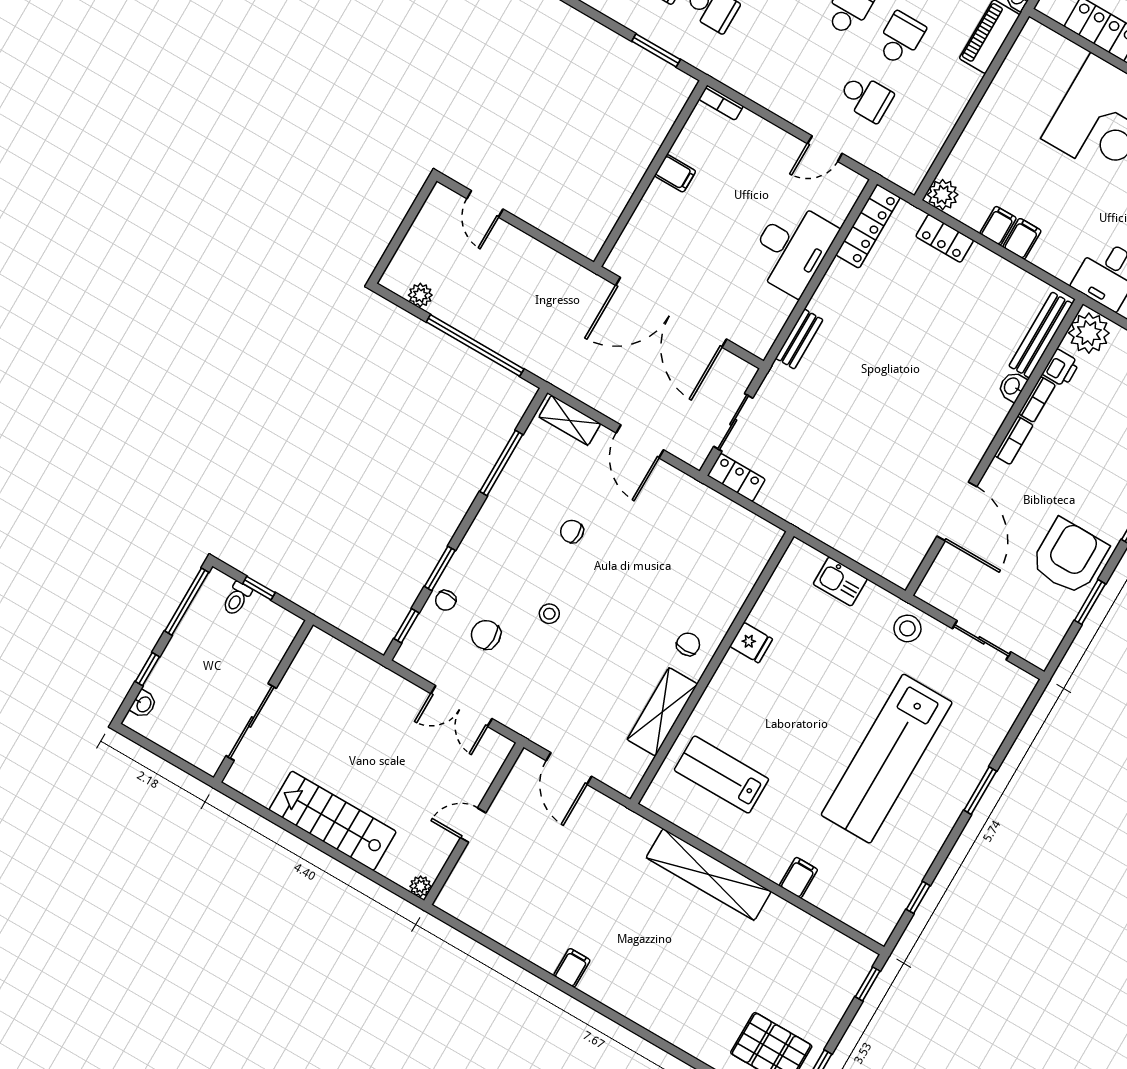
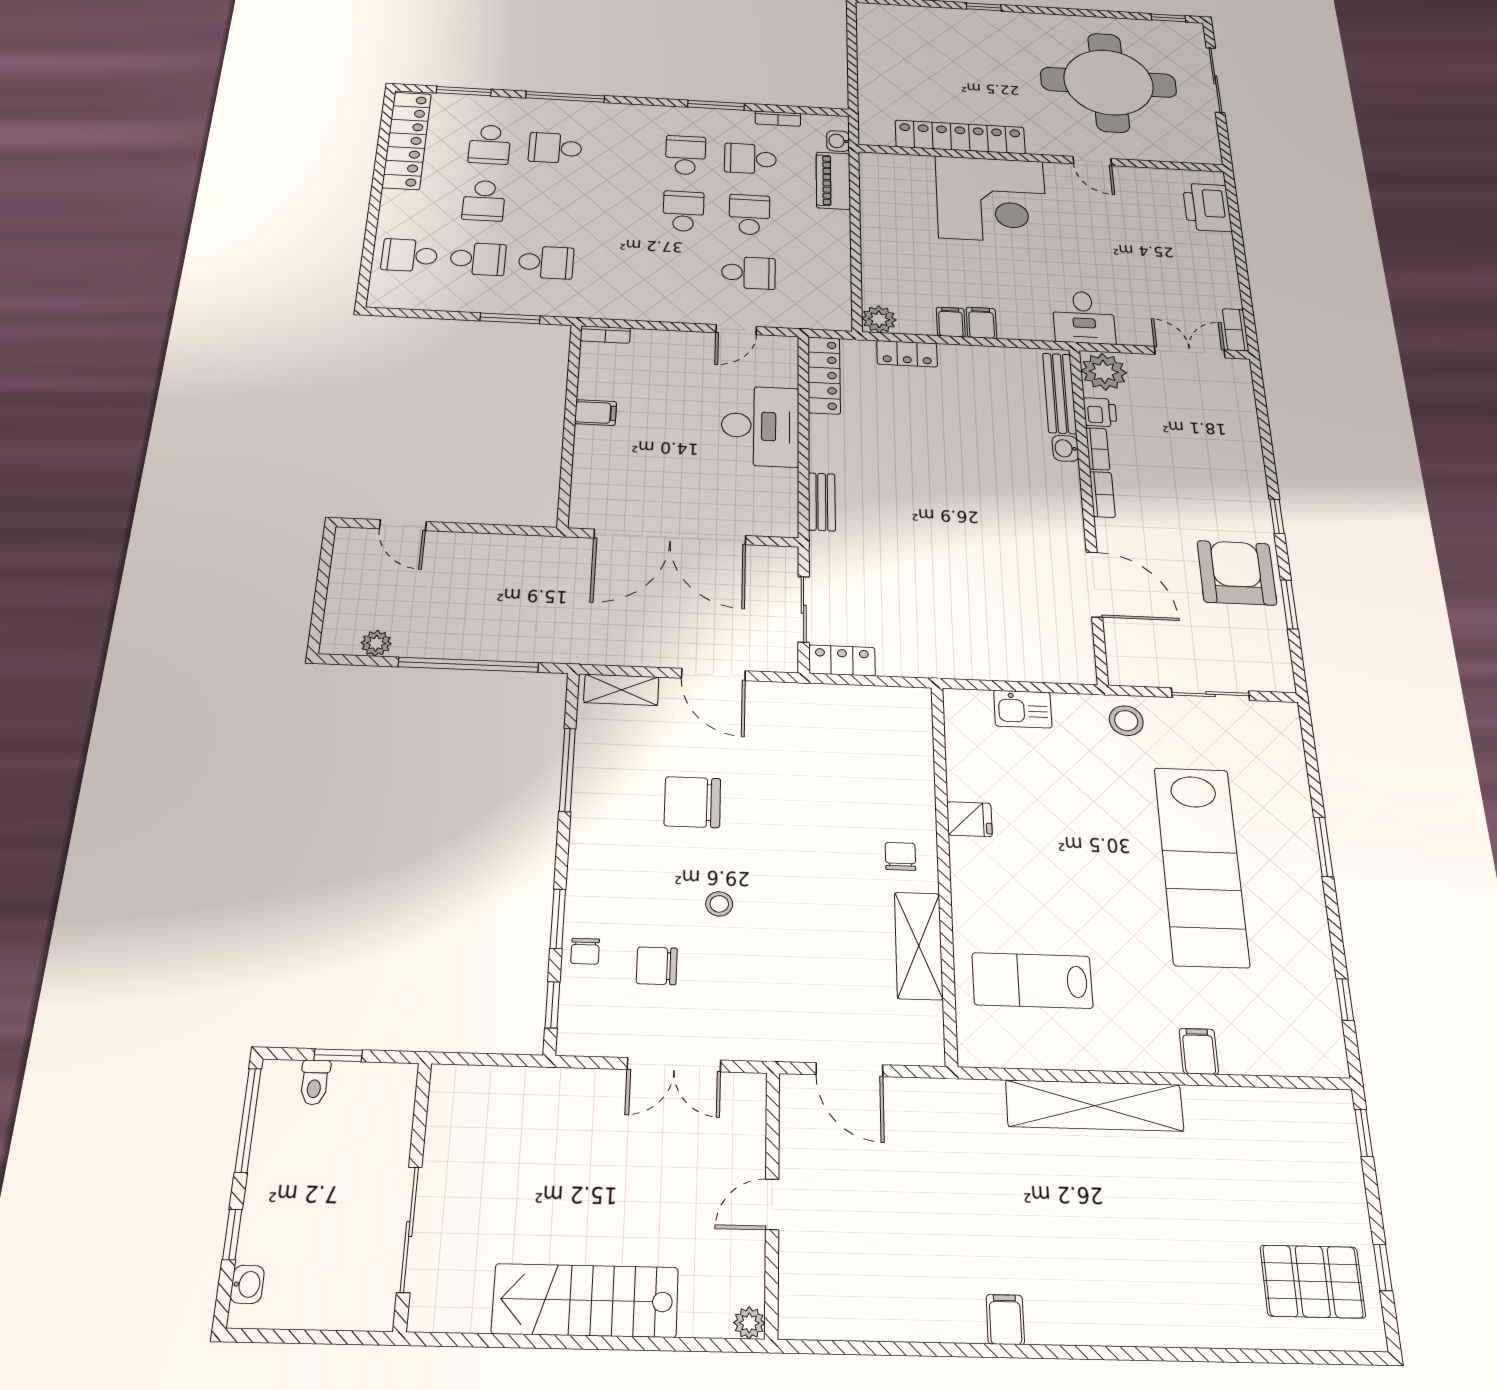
chair: (572, 531) -> (692, 802), width x1.87, depth x1.87

